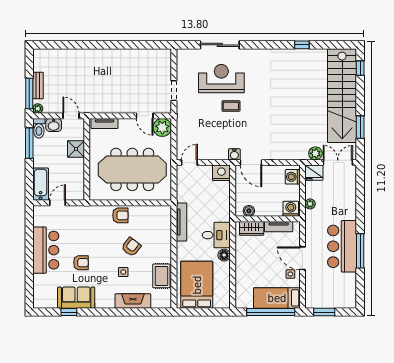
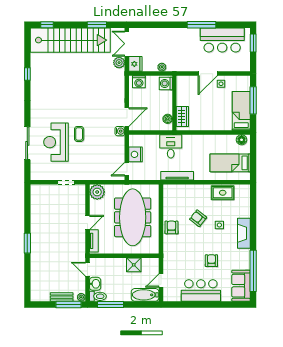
window: (102, 45) -> (27, 243), added
door: (71, 116) -> (87, 269), hinge flipped
door: (145, 116) -> (87, 222), moved
shower: (76, 149) -> (134, 265), moved
door: (189, 163) -> (127, 169), hinge flipped
nightstand: (221, 173) -> (136, 154), moved
door: (58, 203) -> (161, 280), hinge flipped
tv unit: (279, 227) -> (181, 94), removed
desk: (216, 235) -> (171, 146), moved
bar counter: (342, 246) -> (222, 40), moved
floor lamp: (224, 255) -> (242, 140), moved
bed: (197, 285) -> (230, 163), width x0.67
sofa: (76, 298) -> (241, 286), moved
bed: (277, 298) -> (241, 111), moved, turned 180
fireplace: (133, 301) -> (244, 233), moved
window: (69, 312) -> (253, 271), width x3.17
window: (271, 312) -> (253, 100), width x0.68
window: (324, 312) -> (253, 43), moved

